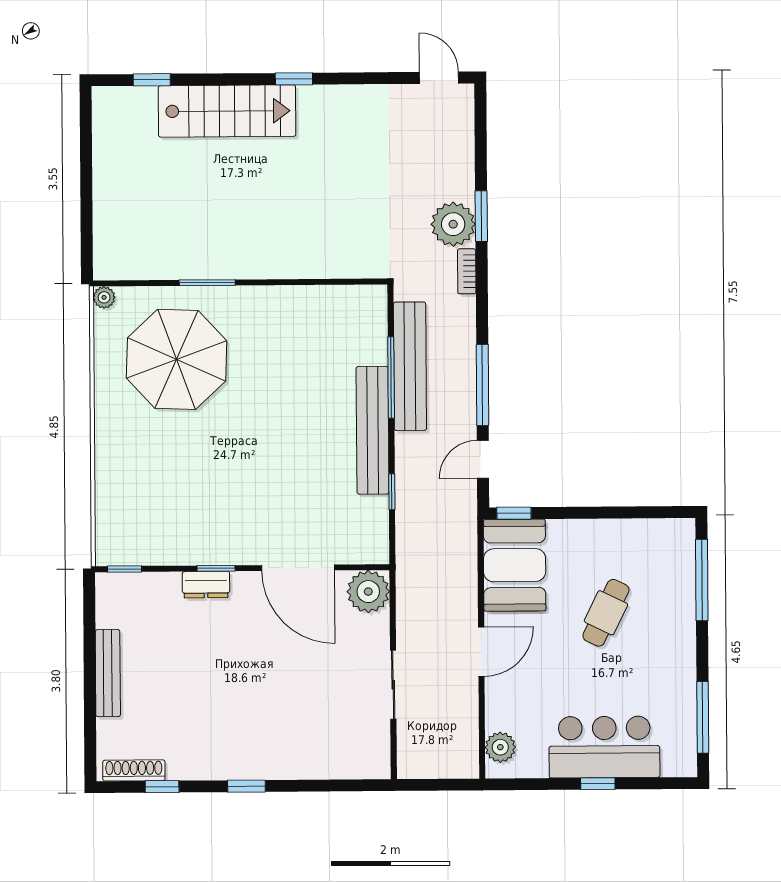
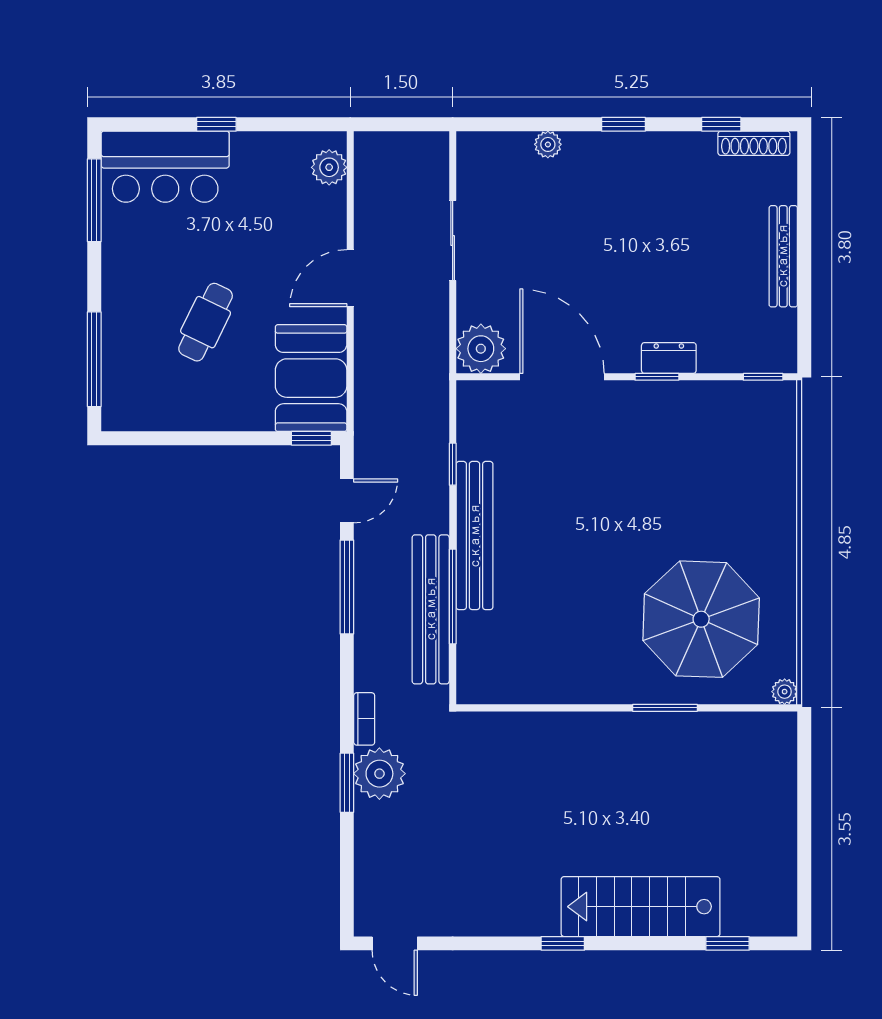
bar counter: (604, 747) -> (165, 167), moved
plant: (312, 768) -> (548, 144), added

